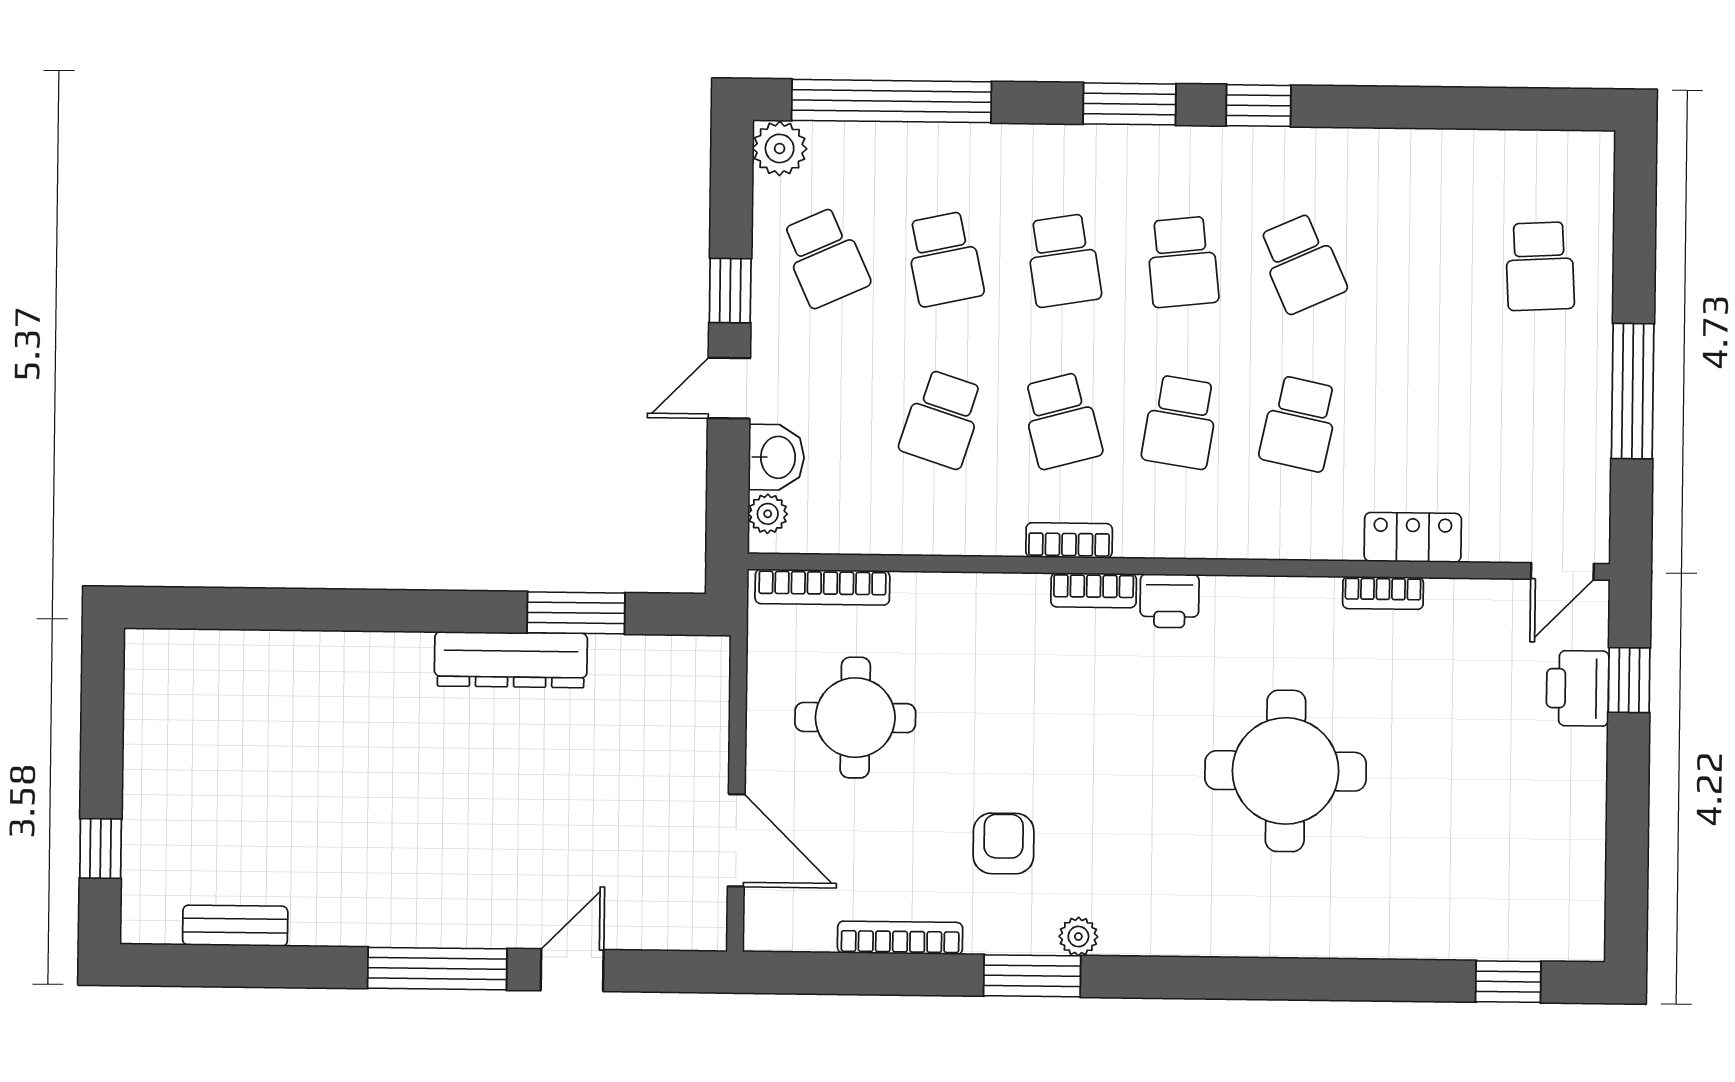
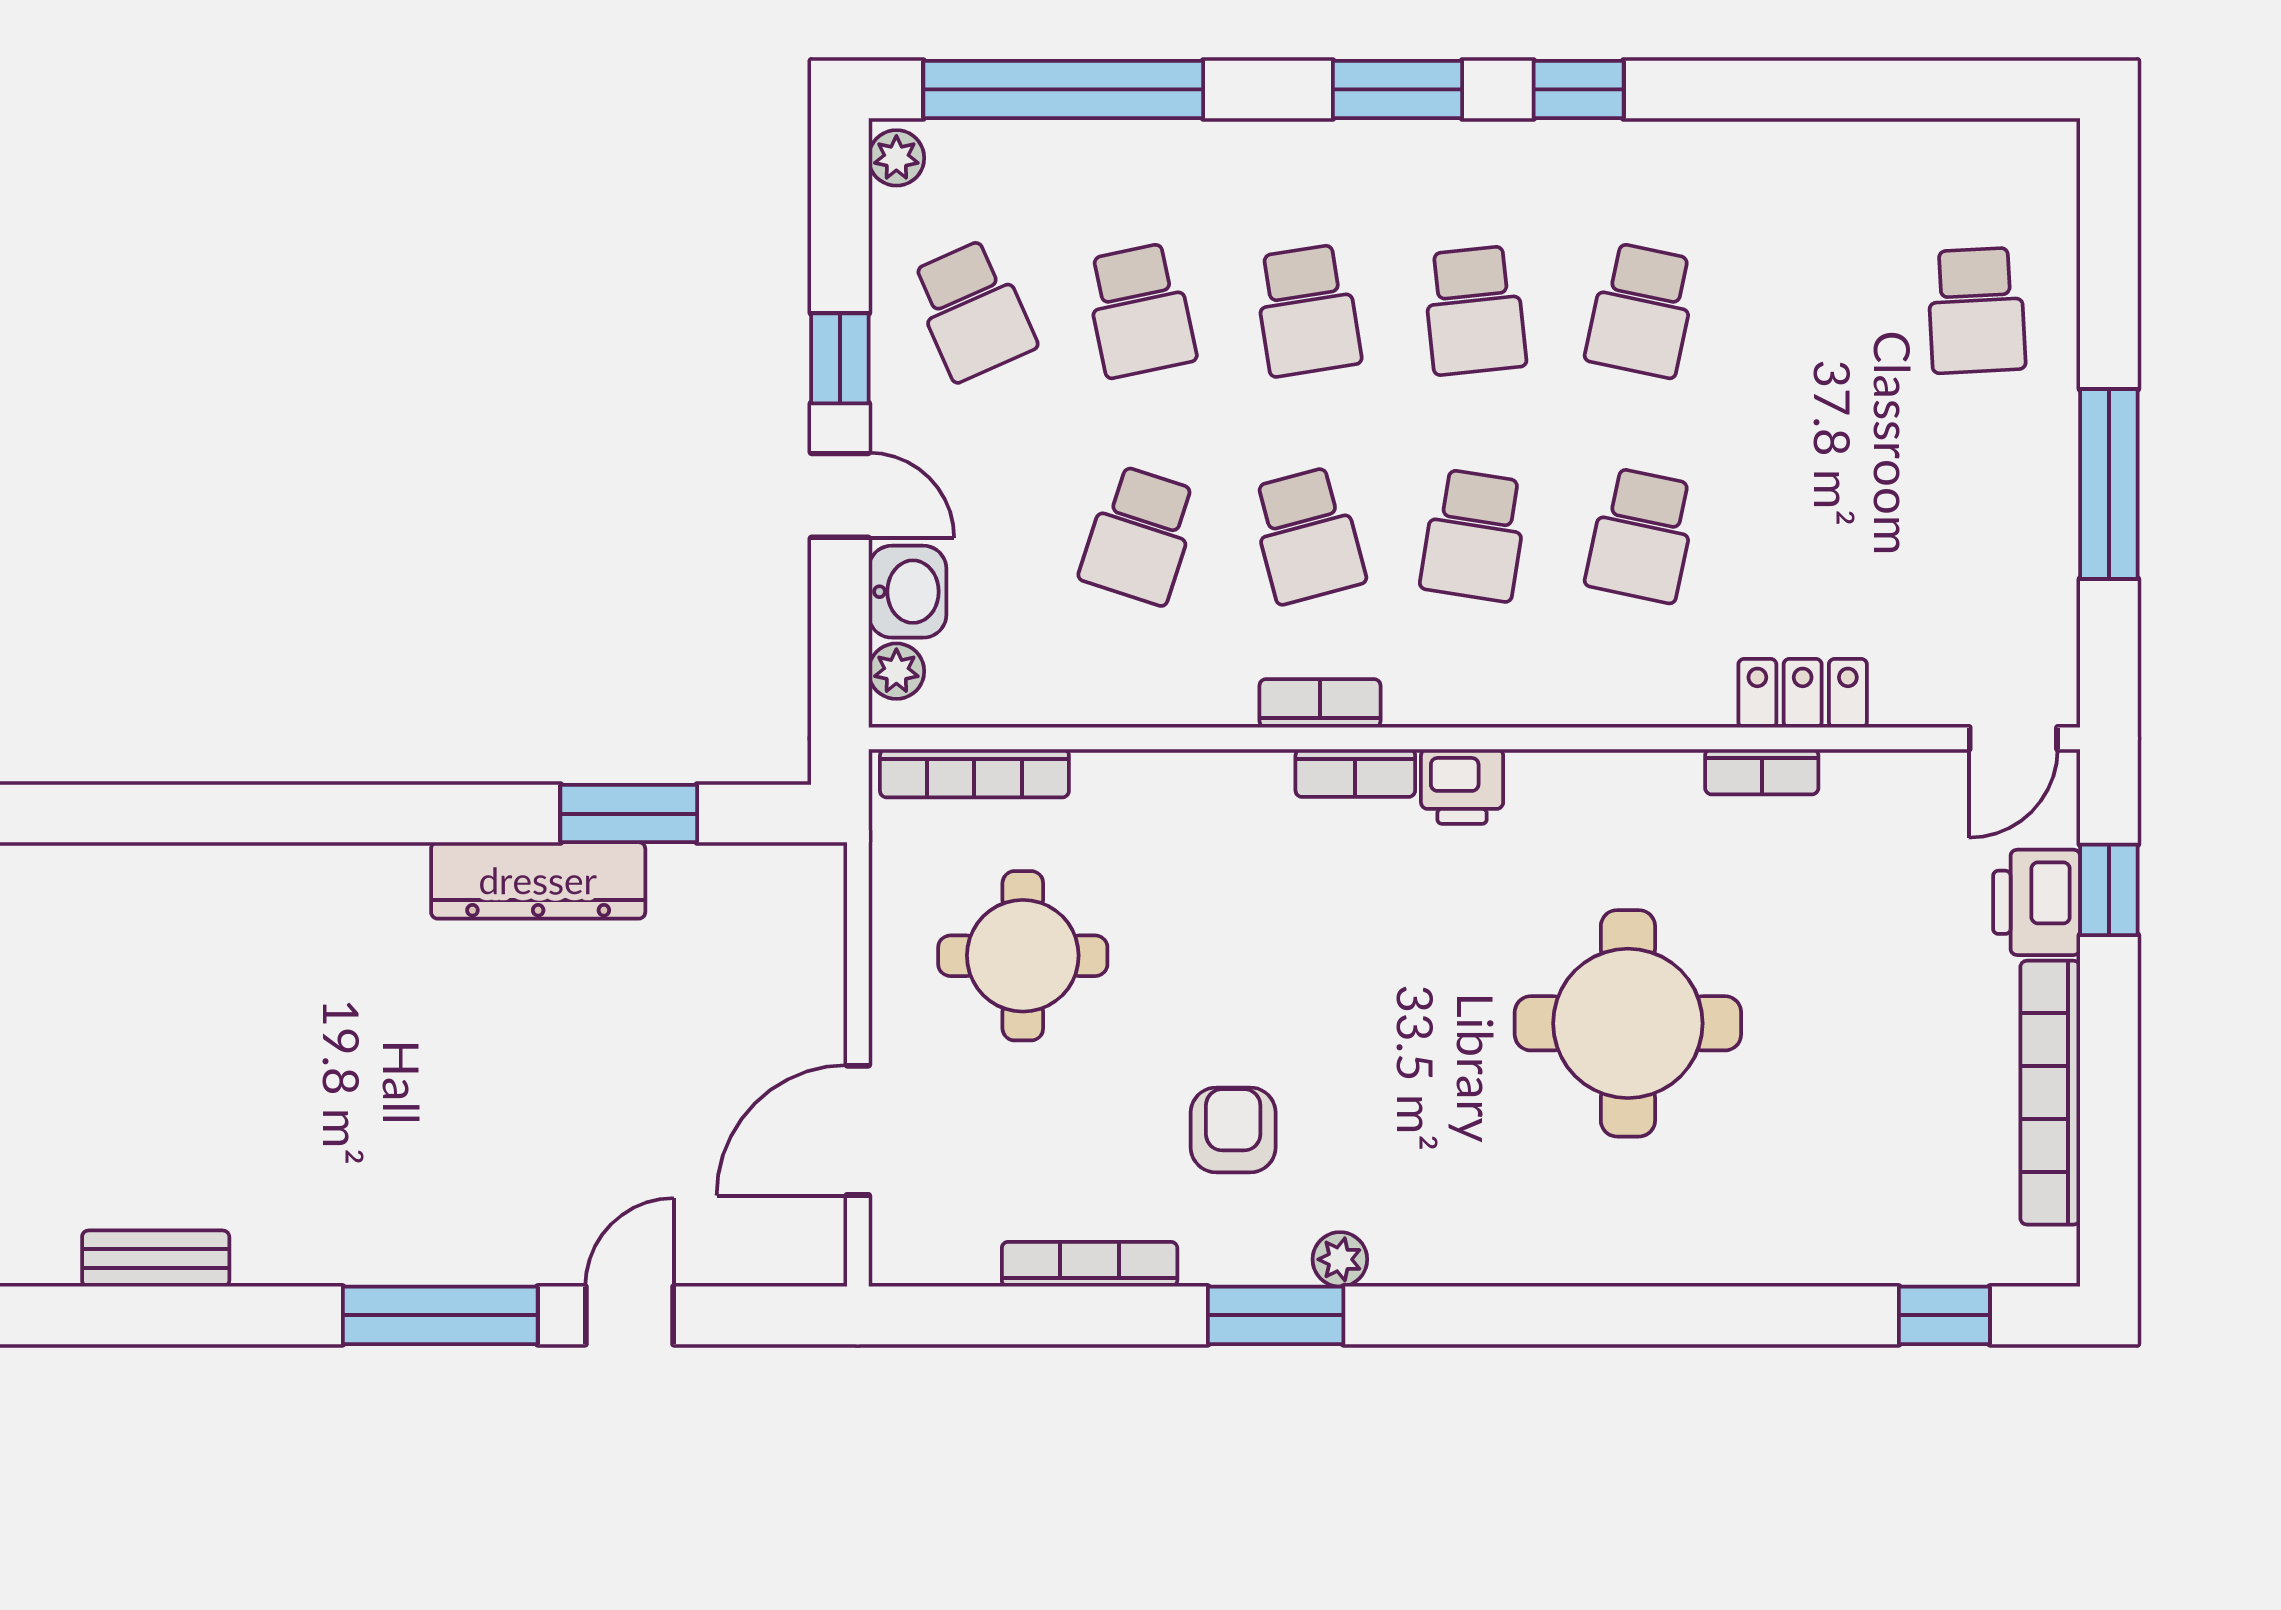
plant: (780, 148) -> (896, 158), width x0.73, depth x0.73
school desk: (1302, 263) -> (1642, 310), turned 36
door: (729, 388) -> (840, 495), swing flipped
bookcase: (1586, 824) -> (2050, 1093), added
door: (736, 840) -> (858, 1130), swing flipped

